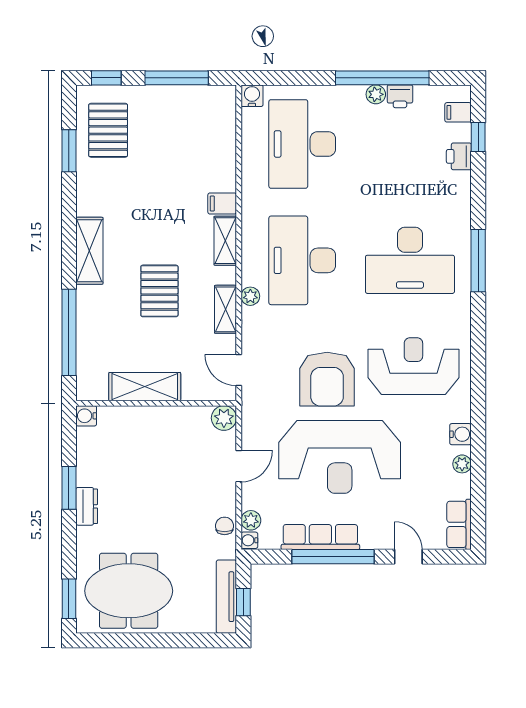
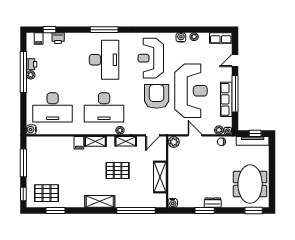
armchair: (327, 379) -> (157, 96), turned -90

